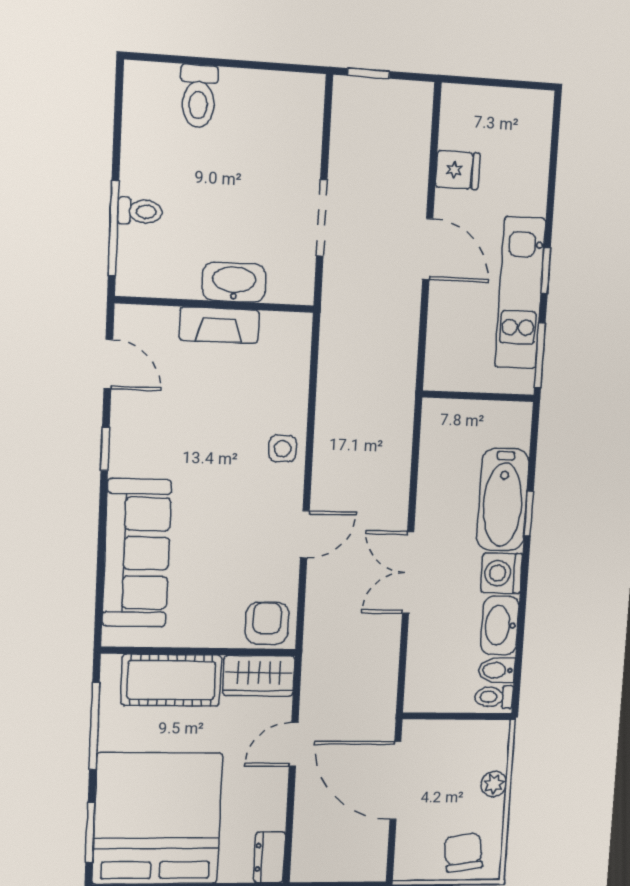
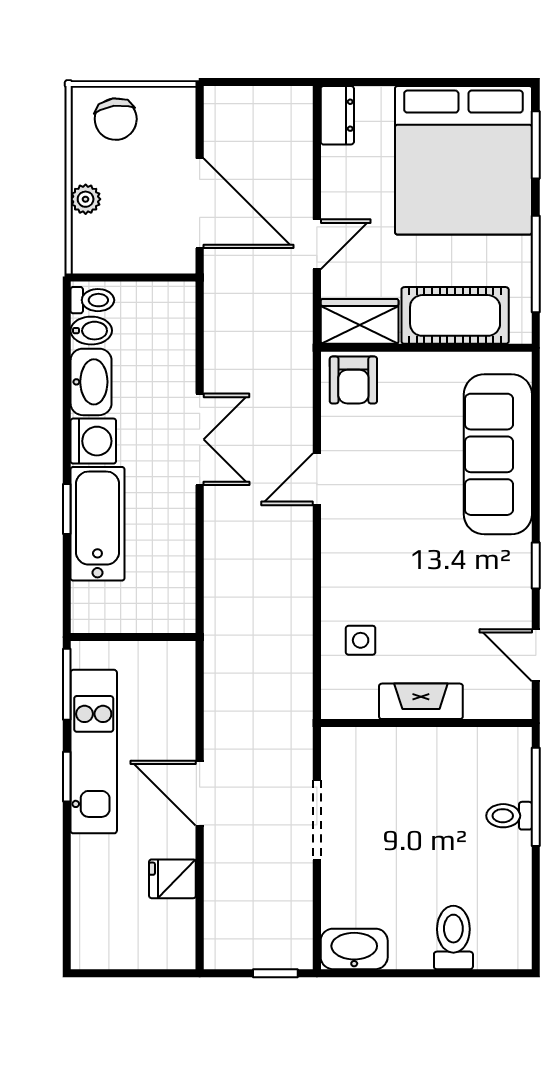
washbasin: (234, 282) -> (354, 949), moved, turned 180
side table: (283, 449) -> (361, 640), moved

